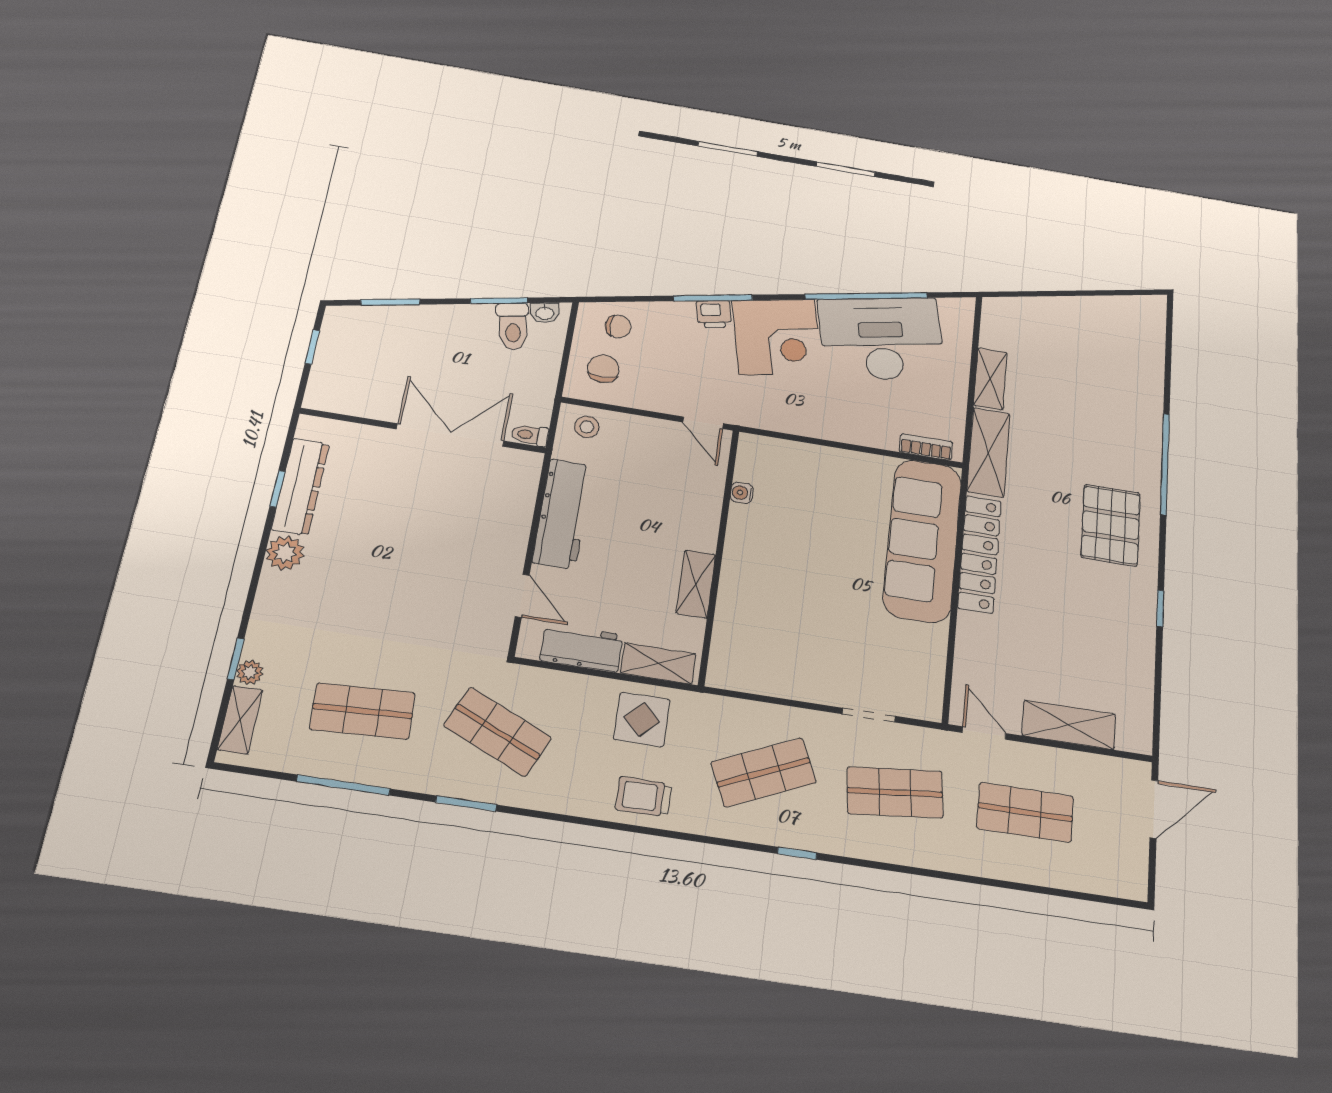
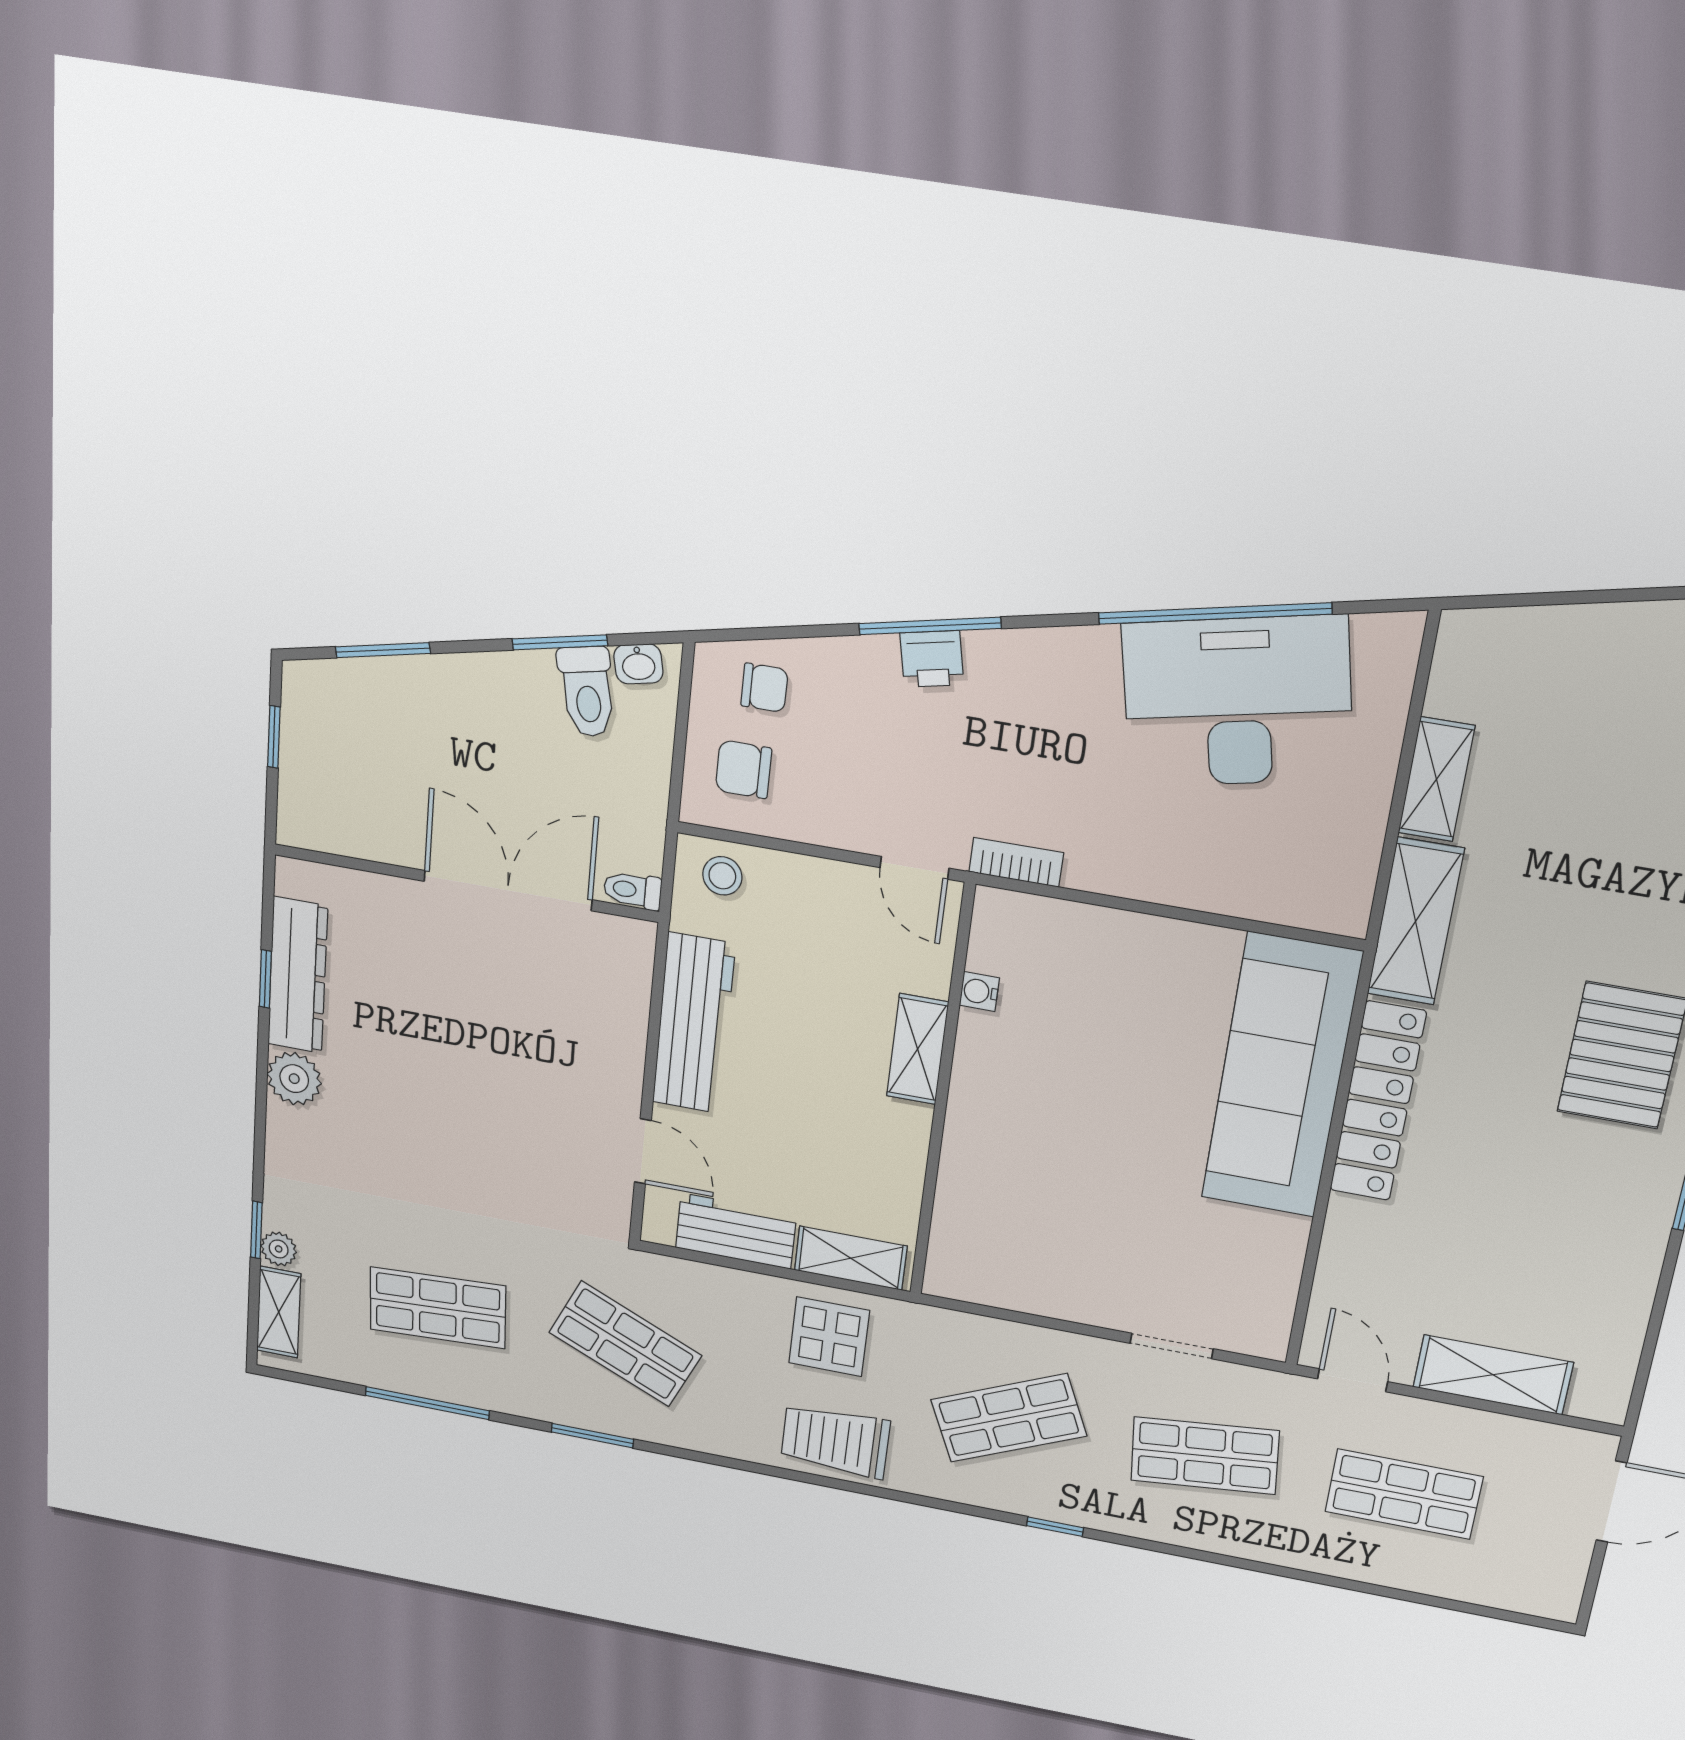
corner desk: (777, 337) -> (1045, 702), removed
chair: (603, 369) -> (743, 769), turned -90
bookcase: (926, 447) -> (1016, 862), moved
shelving: (696, 584) -> (918, 1049), moved
trolley: (644, 797) -> (835, 1441), width x1.36, depth x1.39

